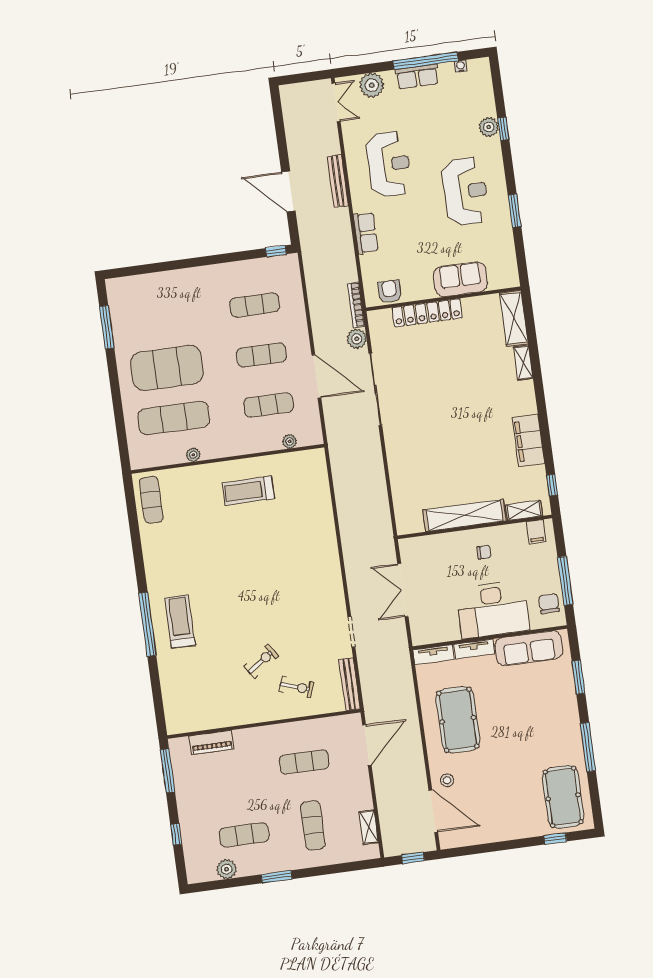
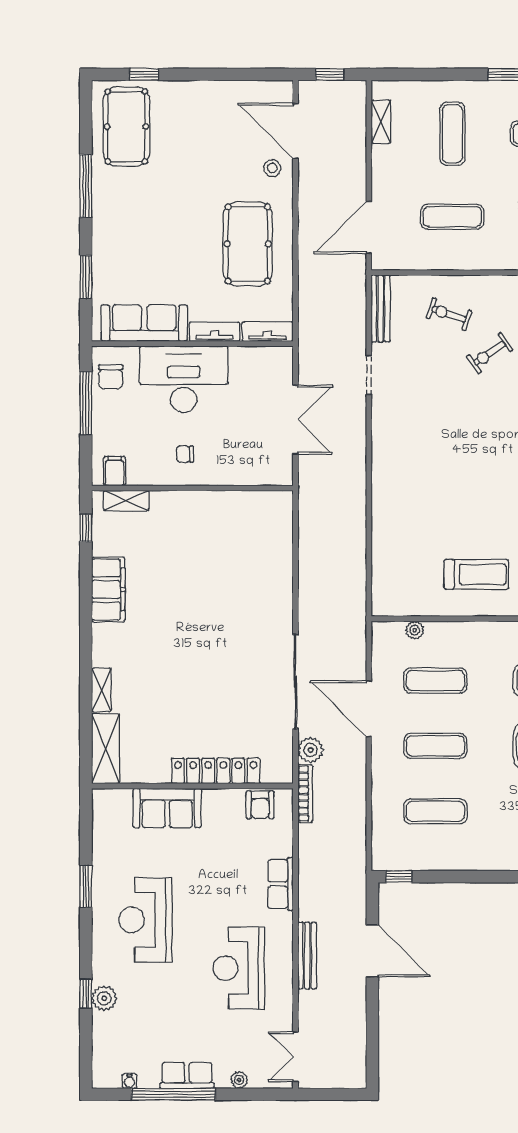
plant: (372, 85) -> (239, 1080), width x0.53, depth x0.53
shelving: (465, 515) -> (203, 505), removed

